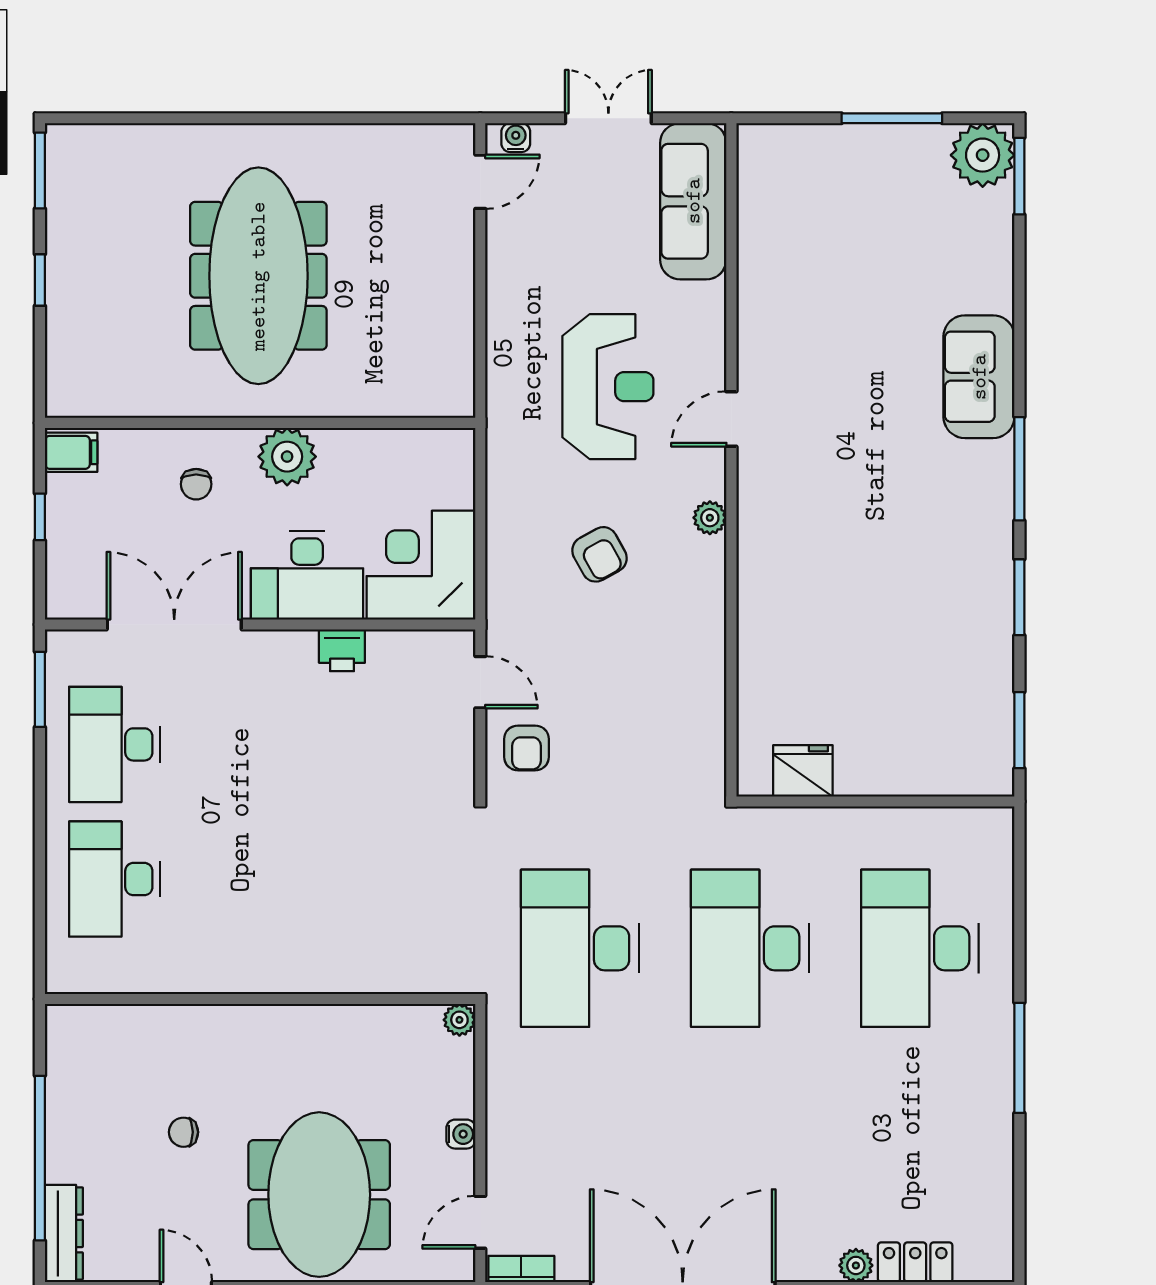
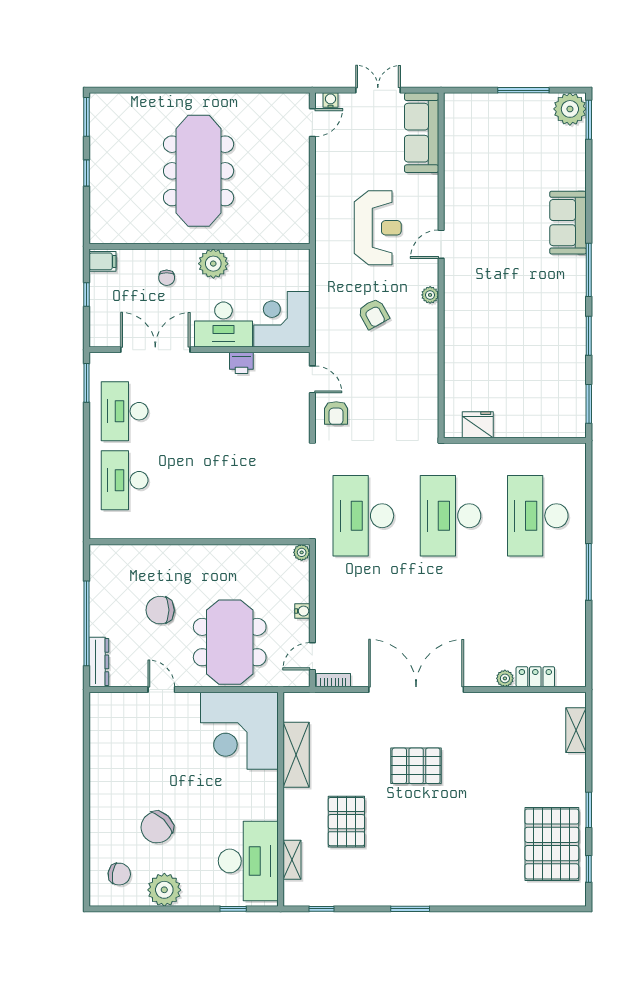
chair: (184, 1132) -> (160, 610), width x1.87, depth x1.87

